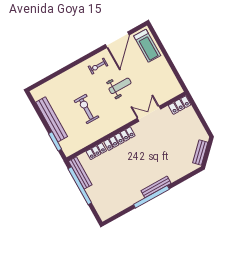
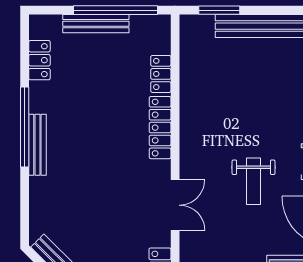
exercise bike: (86, 109) -> (246, 98), removed
bench: (80, 173) -> (96, 24), moved
locker: (119, 206) -> (39, 60), added

